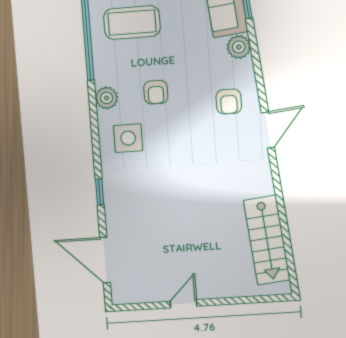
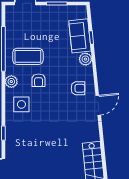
coffee table: (132, 23) -> (28, 56), moved
armchair: (229, 102) -> (78, 88), turned -90

